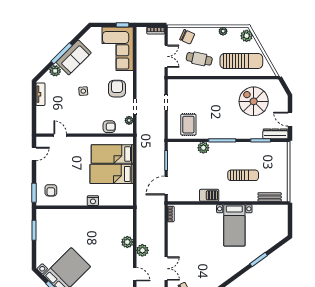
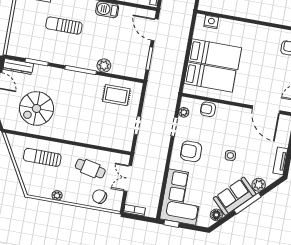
plant: (247, 36) -> (31, 185), removed
floor lamp: (86, 39) -> (216, 215), added
sun lounger: (241, 61) -> (42, 157), width x0.73, depth x0.75
armchair: (117, 89) -> (191, 151), turned 90
spiral stairs: (254, 101) -> (37, 108), turned 90
rug: (188, 125) -> (116, 95), turned 90
door: (60, 135) -> (266, 110), width x1.87
door: (166, 185) -> (155, 30), swing flipped
nightstand: (93, 201) -> (211, 22), moved

